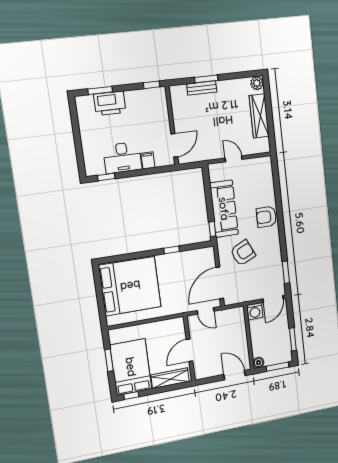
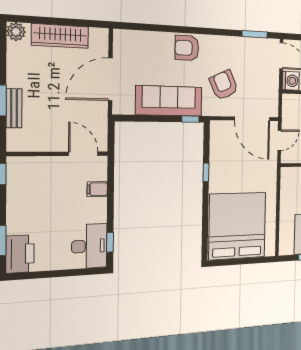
printer: (110, 103) -> (20, 254), moved
desk: (122, 158) -> (89, 246), moved
door: (234, 159) -> (110, 79), width x1.88
armchair: (266, 217) -> (187, 48), turned 90

